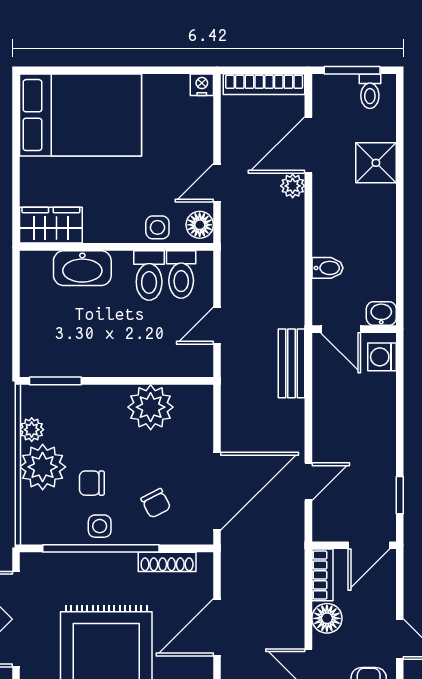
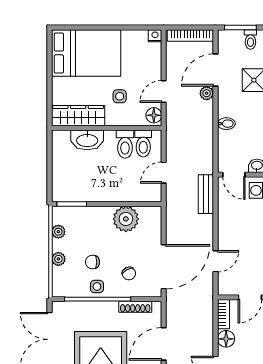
wardrobe: (51, 225) -> (78, 116), width x1.50
side table: (157, 227) -> (120, 96), moved
bidet: (327, 268) -> (226, 124), moved
plant: (43, 467) -> (58, 259), width x0.53, depth x0.53

